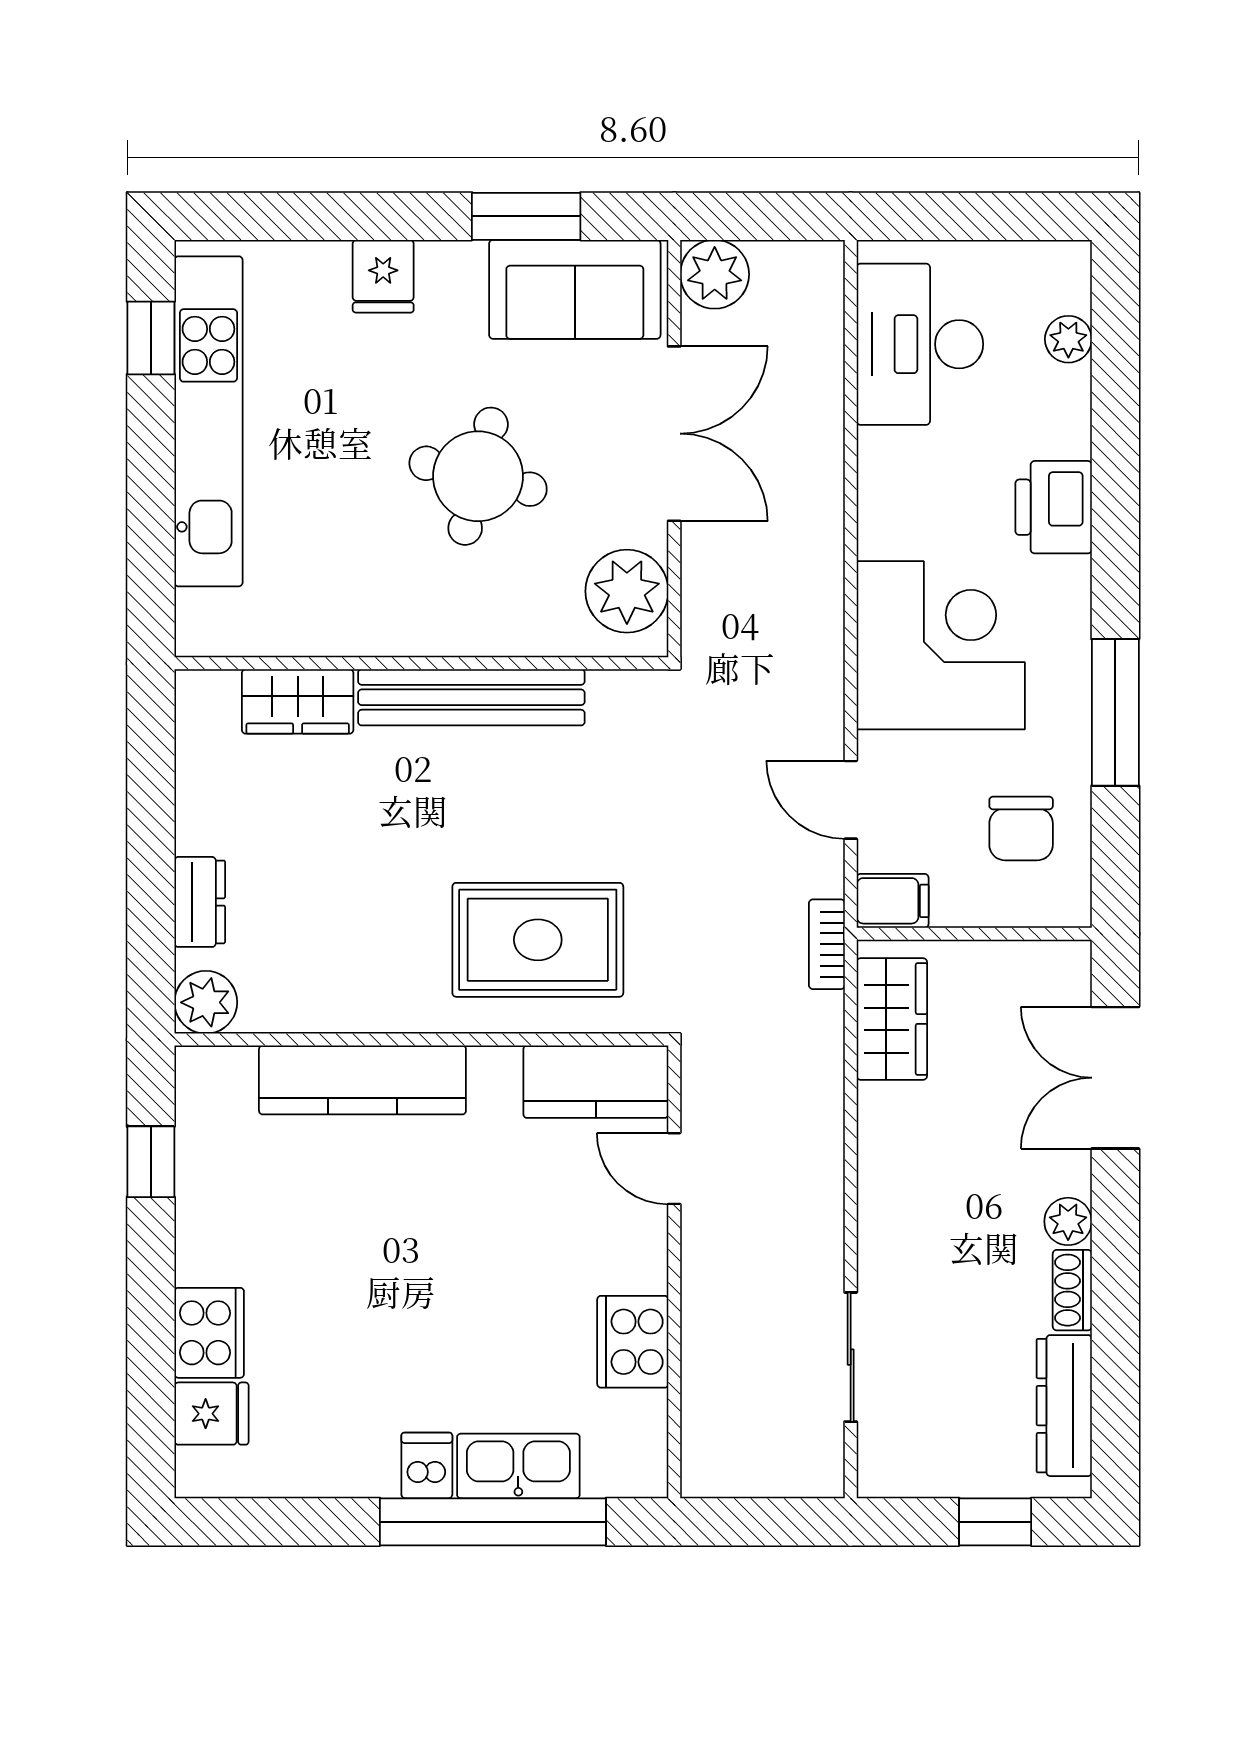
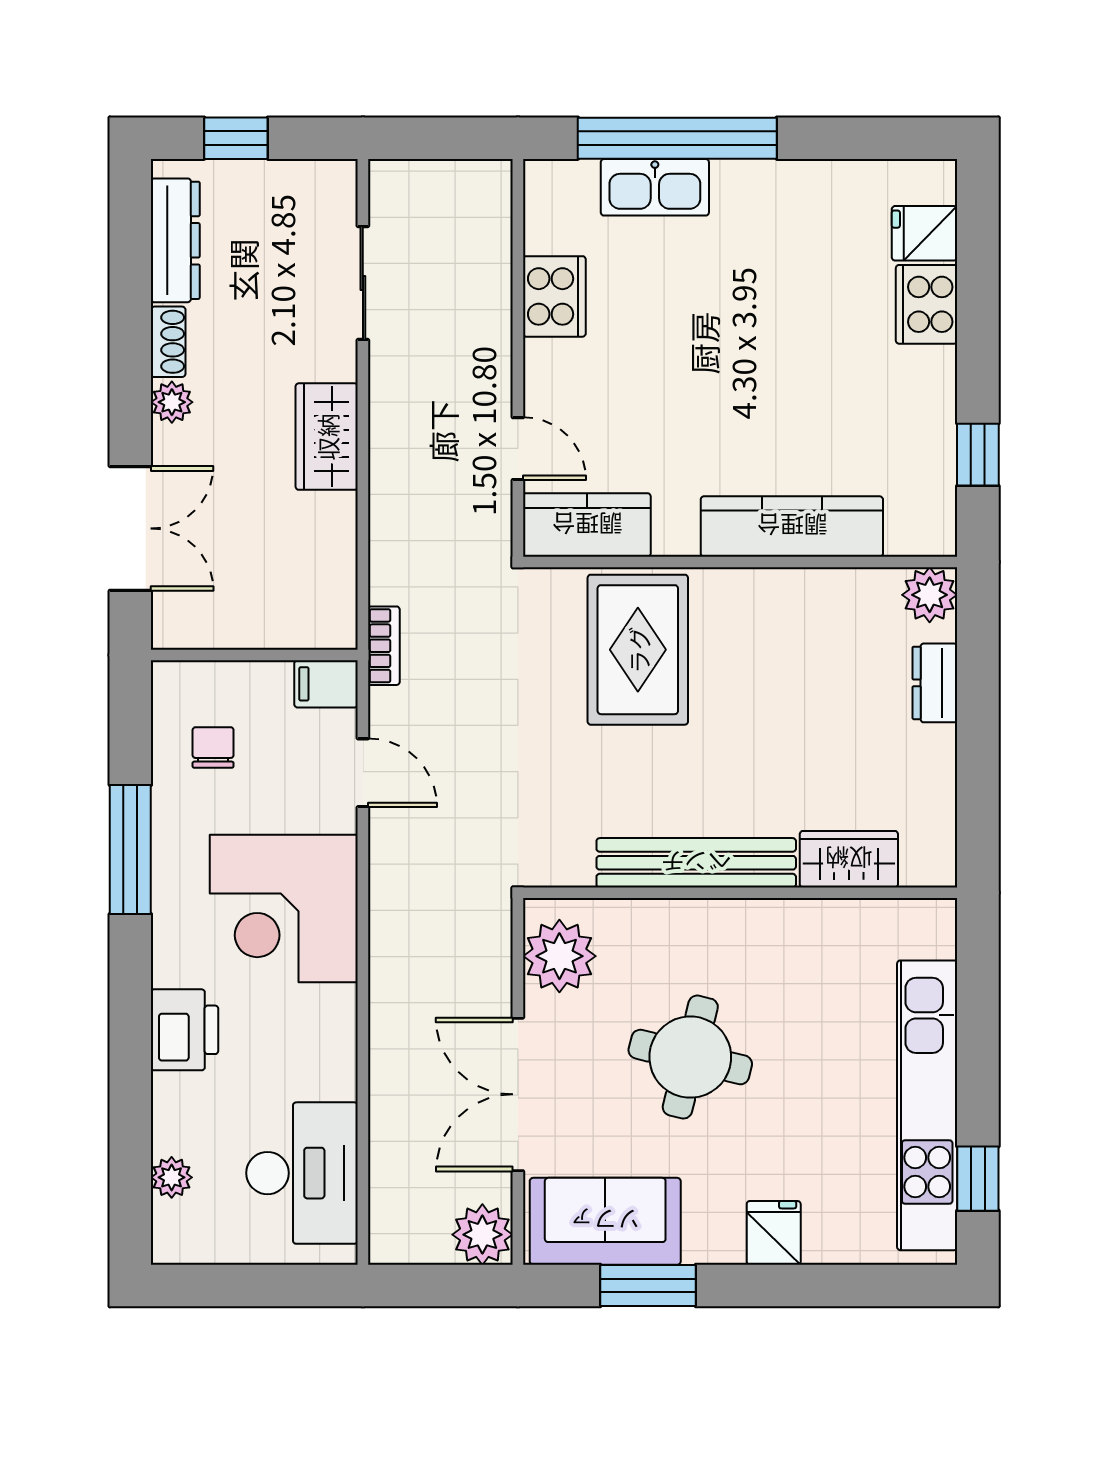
chair: (1021, 828) -> (213, 748), width x0.73, depth x0.73
rug: (538, 940) -> (638, 650), turned 90
wardrobe: (892, 1019) -> (327, 437), moved
dishwasher: (427, 1465) -> (735, 188), removed

